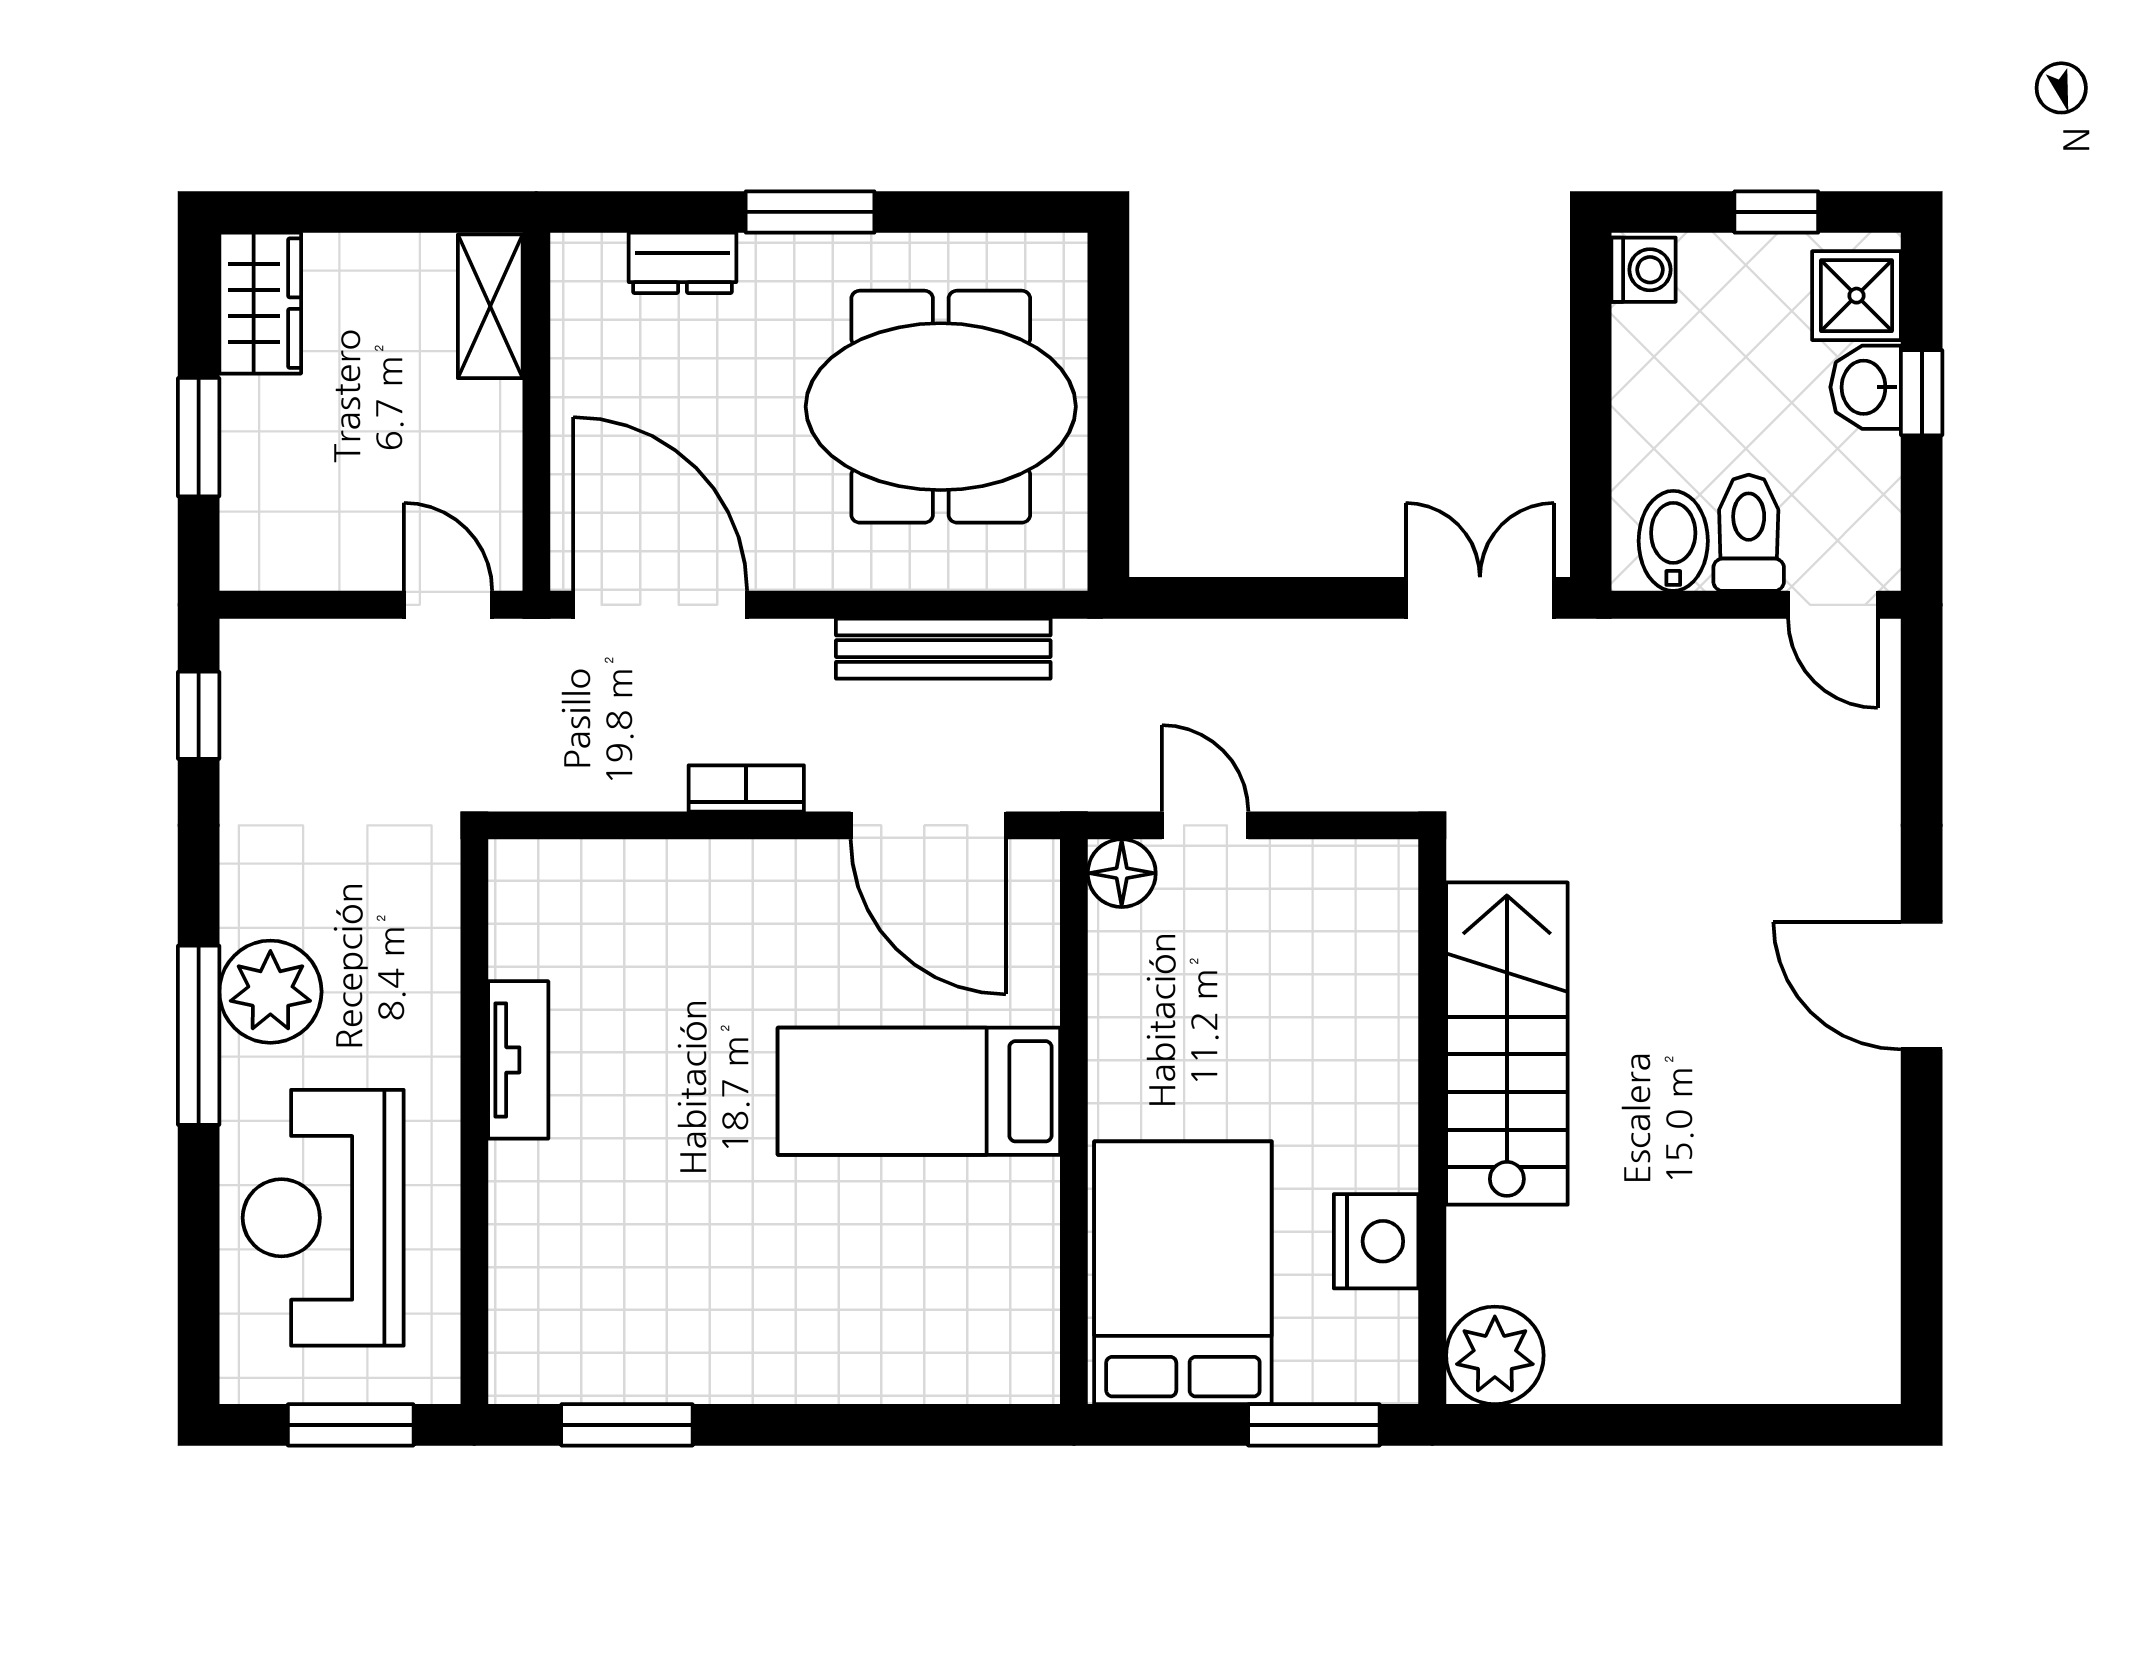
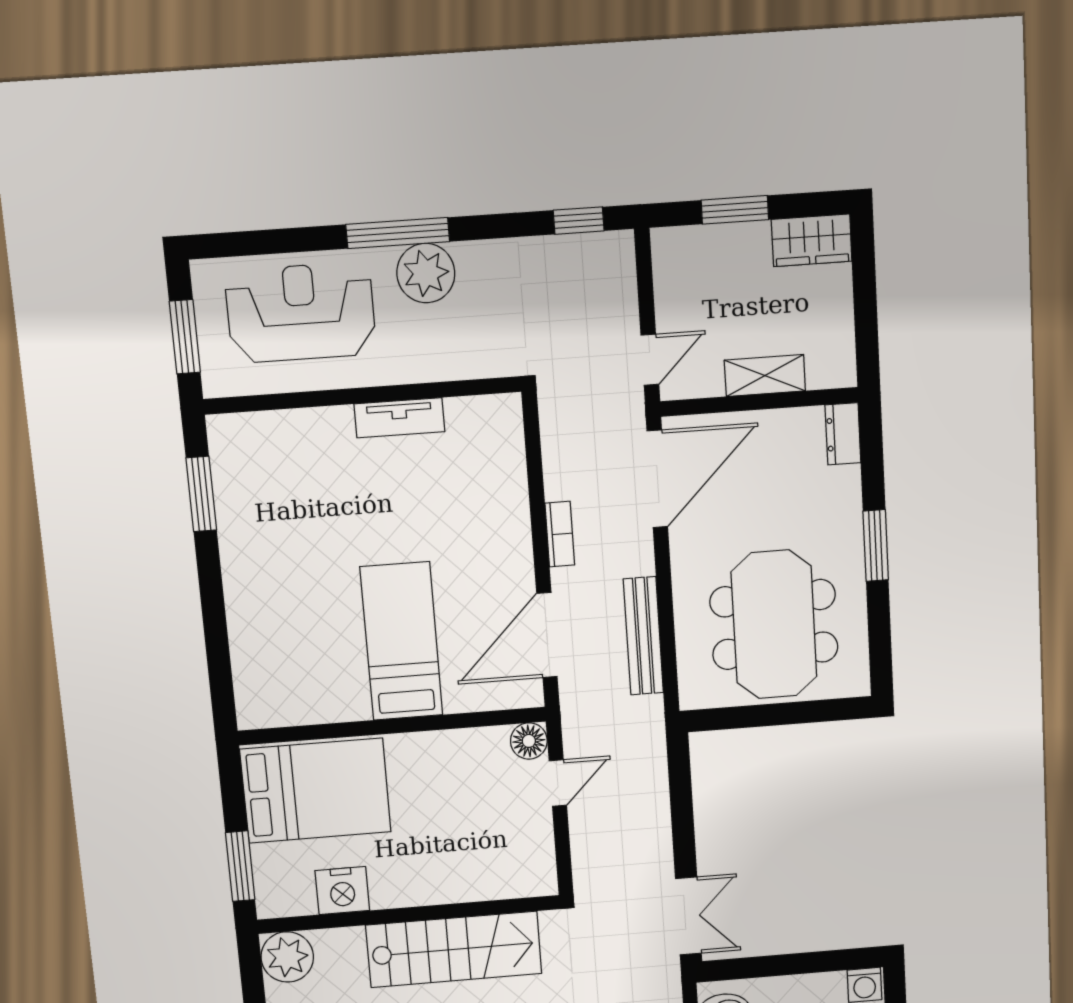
dresser: (682, 263) -> (843, 434), moved
shelving: (490, 306) -> (765, 375), moved

